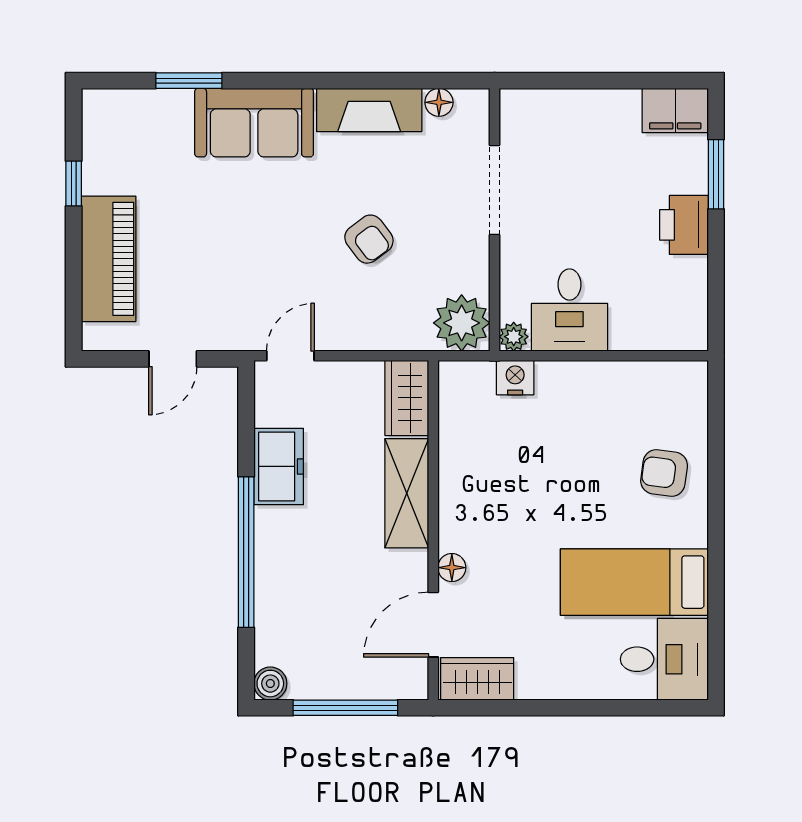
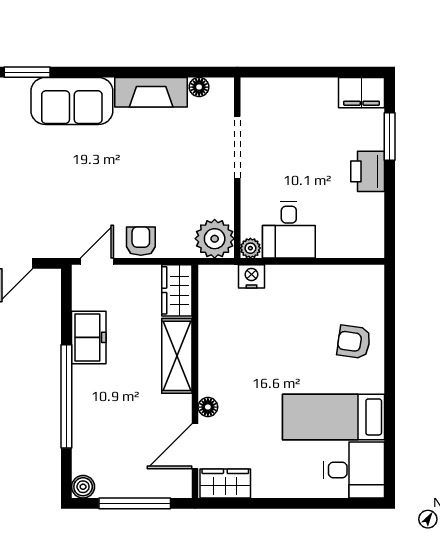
armchair: (369, 239) -> (141, 241), moved, turned -143

